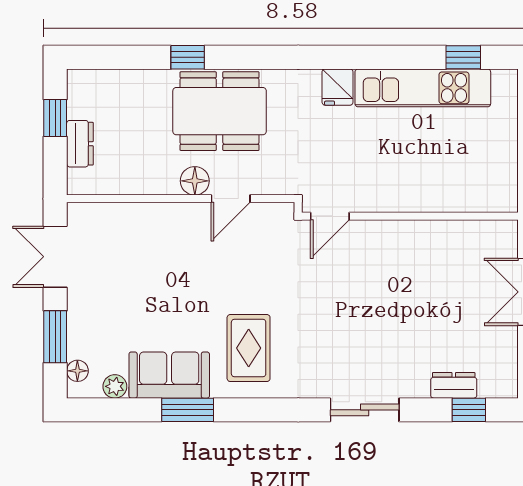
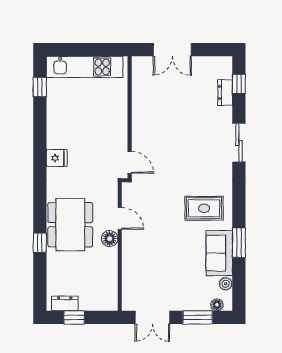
kitchen unit: (423, 88) -> (85, 67), moved, turned 90
dresser: (80, 144) -> (65, 303), moved

